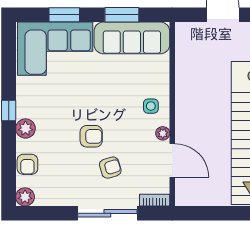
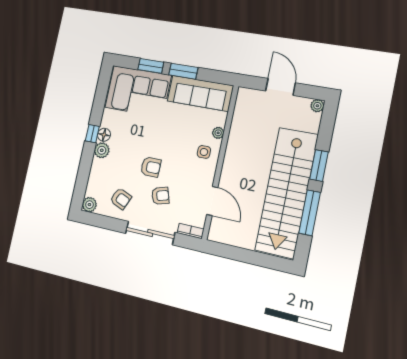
window: (122, 15) -> (183, 71), moved
floor lamp: (24, 109) -> (104, 135), added
plant: (163, 133) -> (218, 133), moved
armchair: (27, 164) -> (121, 199), moved, turned -67

